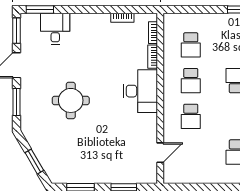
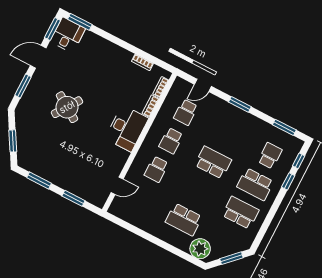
door: (194, 10) -> (203, 85), added
desk: (55, 29) -> (68, 35), moved
round table: (71, 100) -> (67, 107), turned 34

